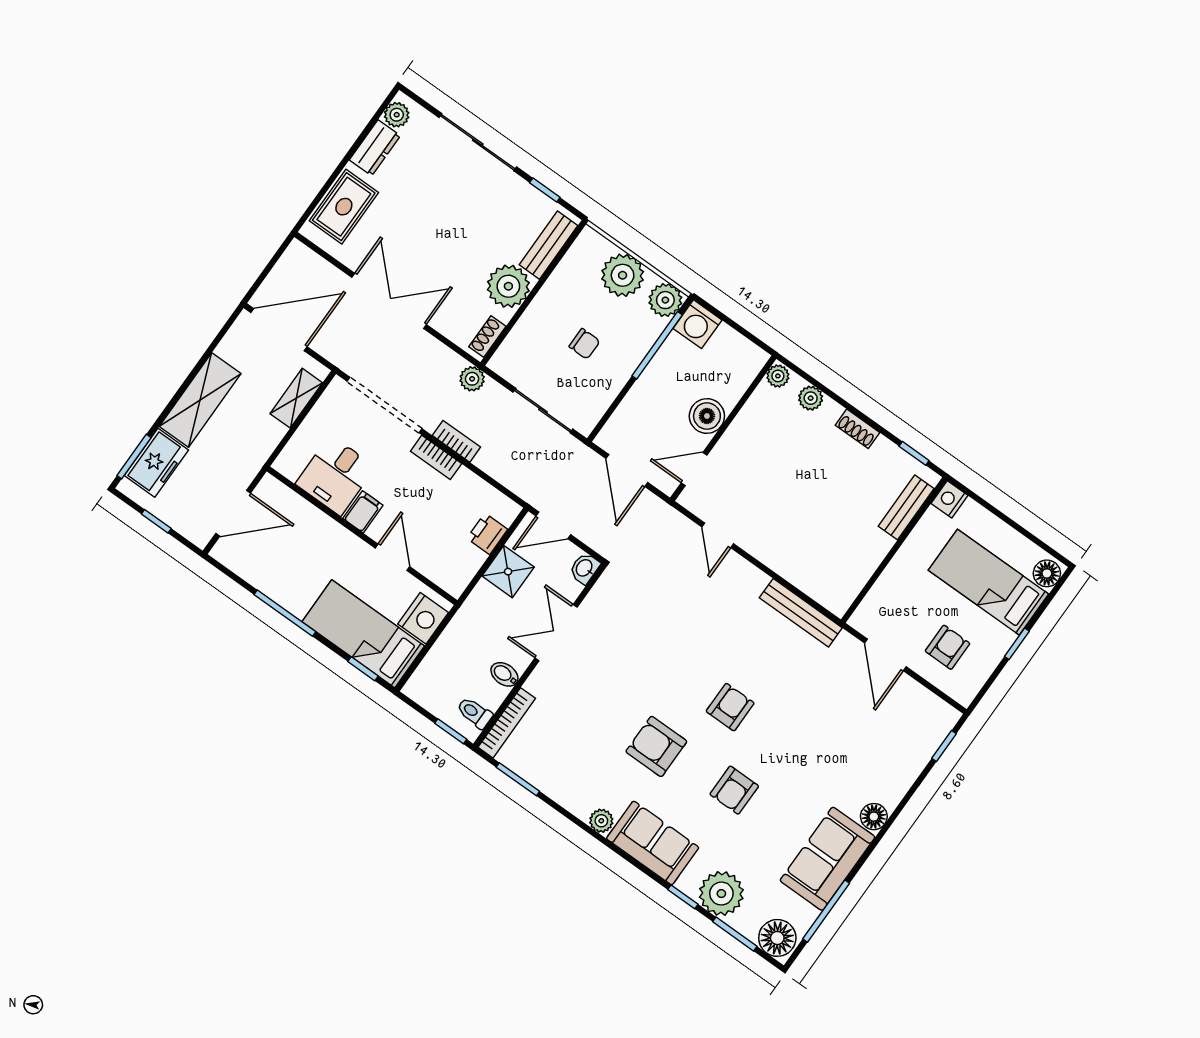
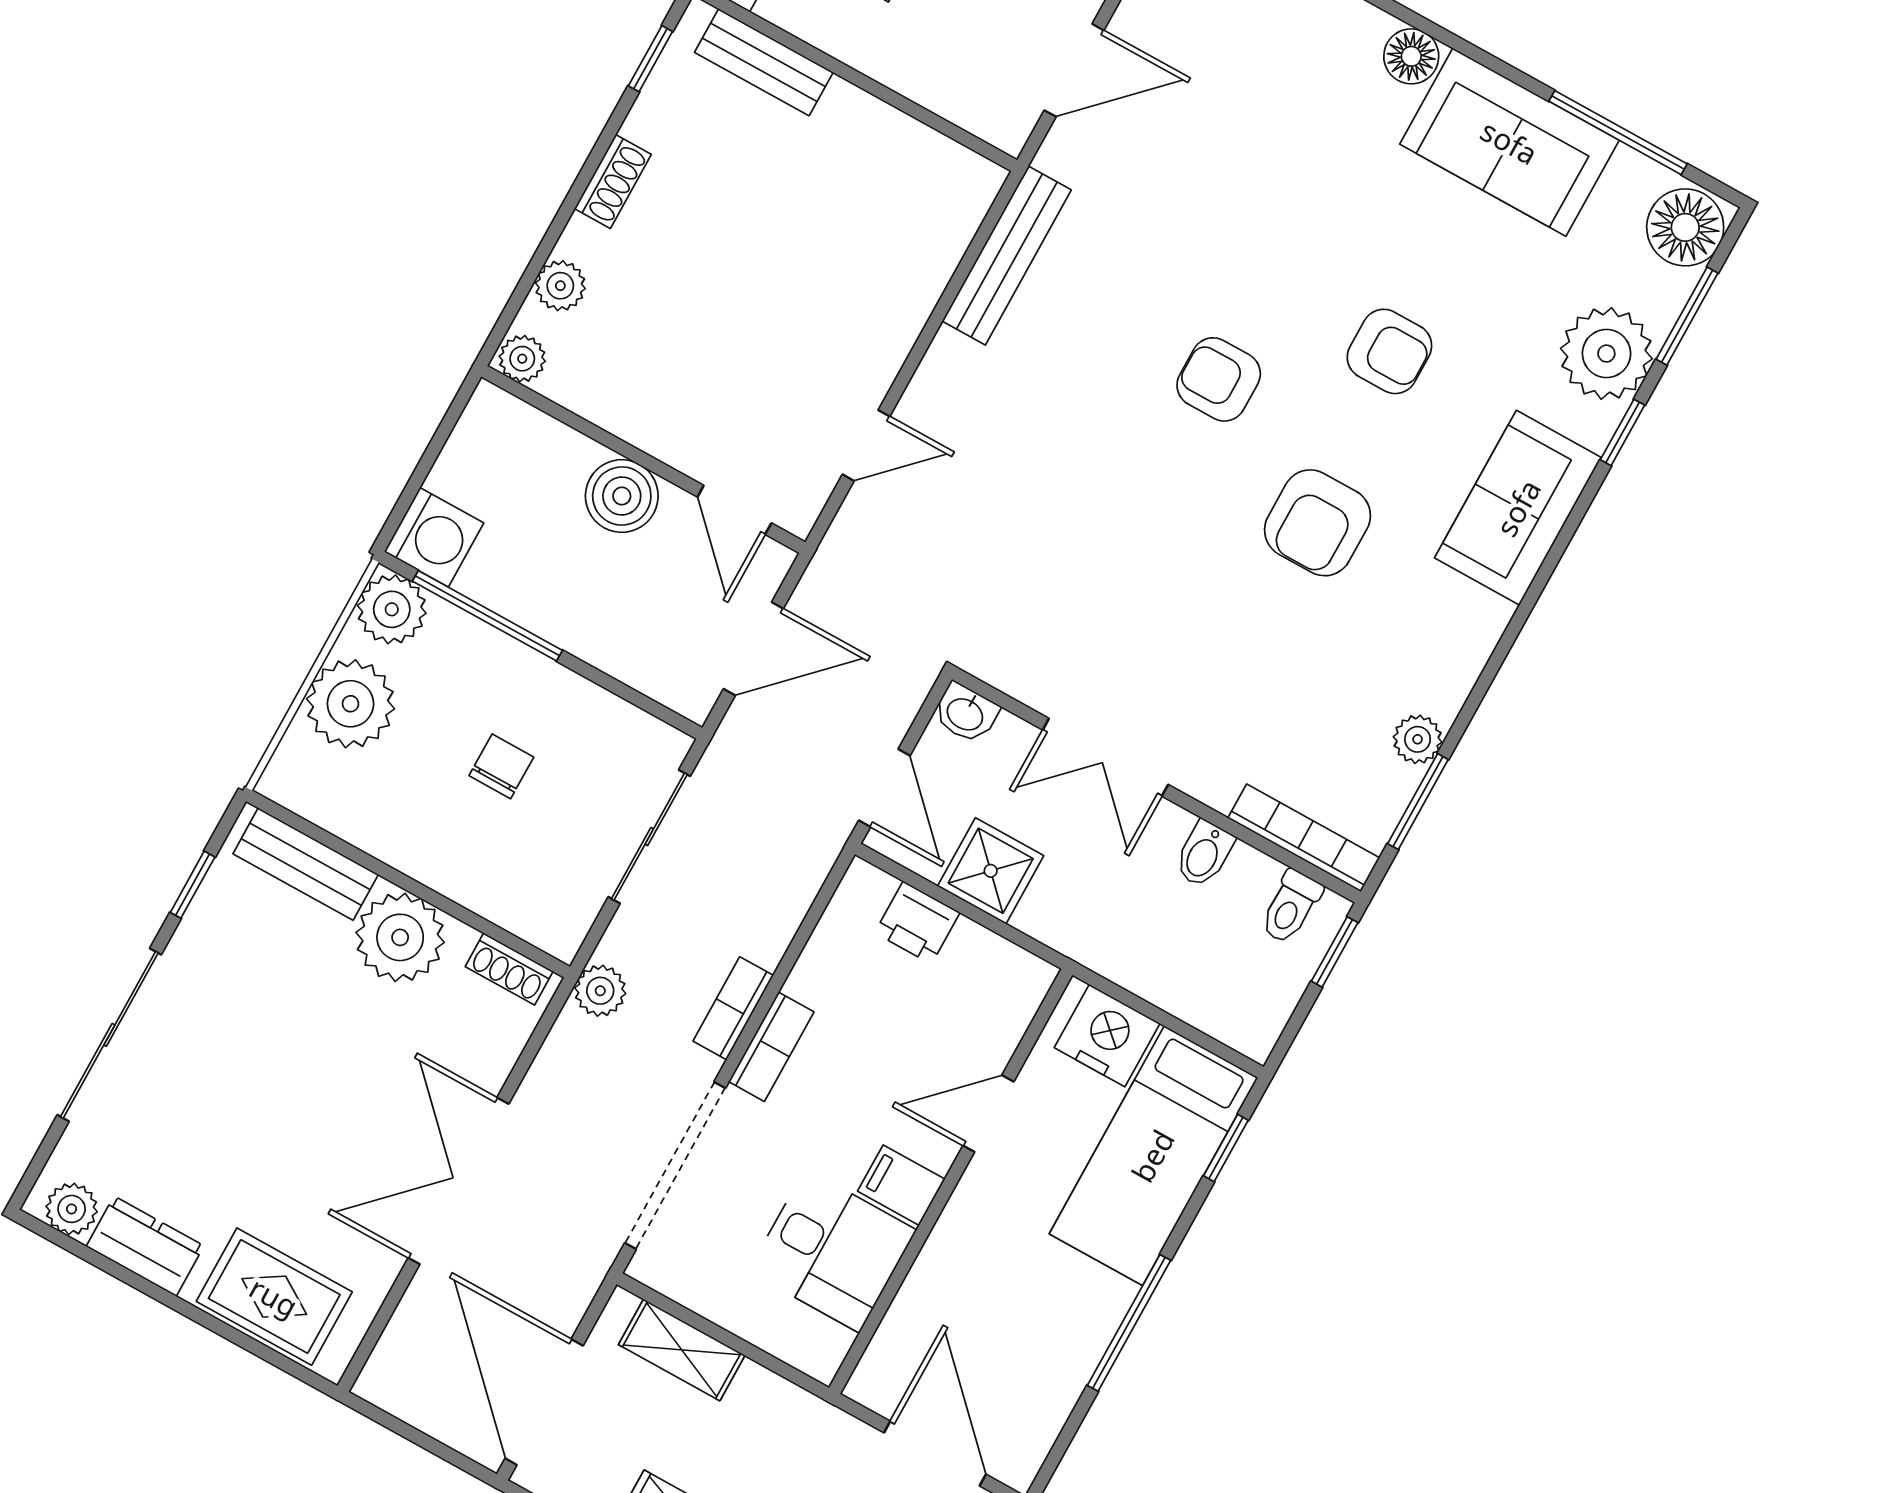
plant: (601, 821) -> (1418, 739), moved

